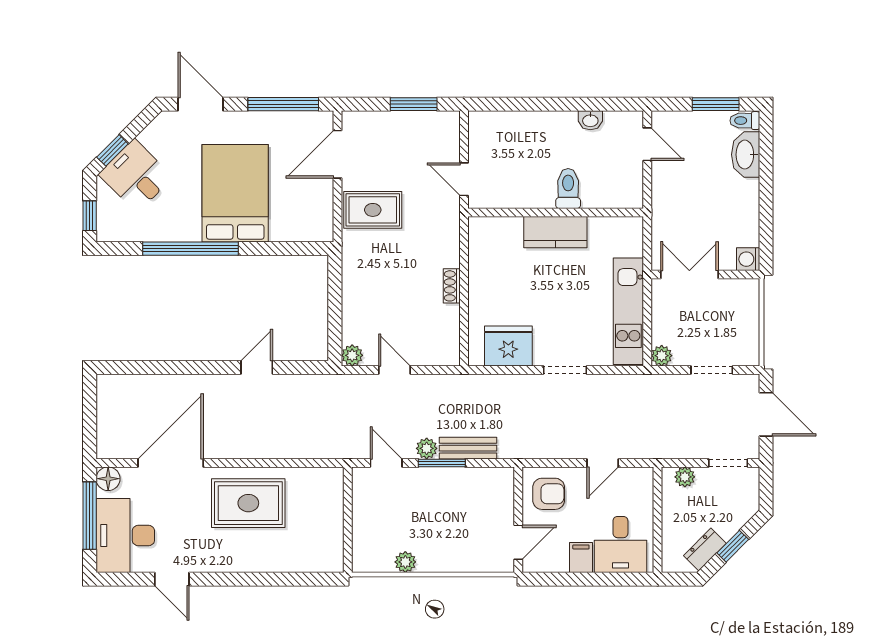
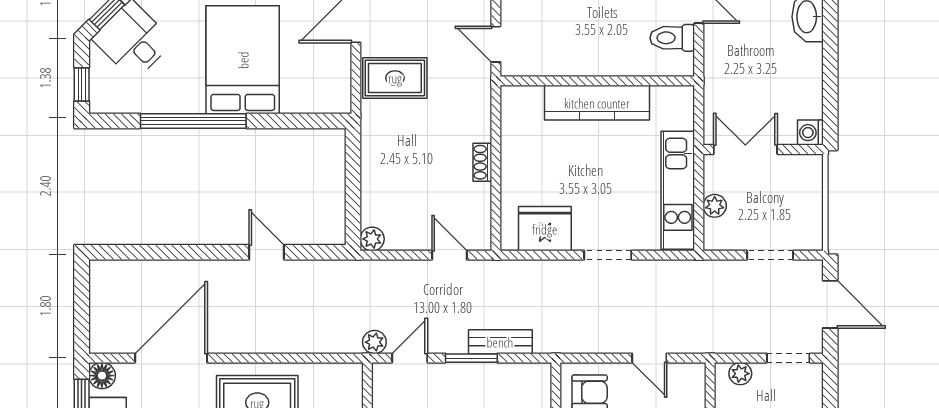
toilet: (568, 189) -> (672, 38), moved, turned -90
kitchen counter: (555, 232) -> (597, 103), width x1.50
plant: (662, 356) -> (715, 206), moved
door: (257, 367) -> (267, 252), hinge flipped
door: (394, 370) -> (449, 255), moved
plant: (427, 448) -> (374, 342), moved
door: (386, 463) -> (410, 358), hinge flipped
door: (603, 463) -> (649, 358), hinge flipped

